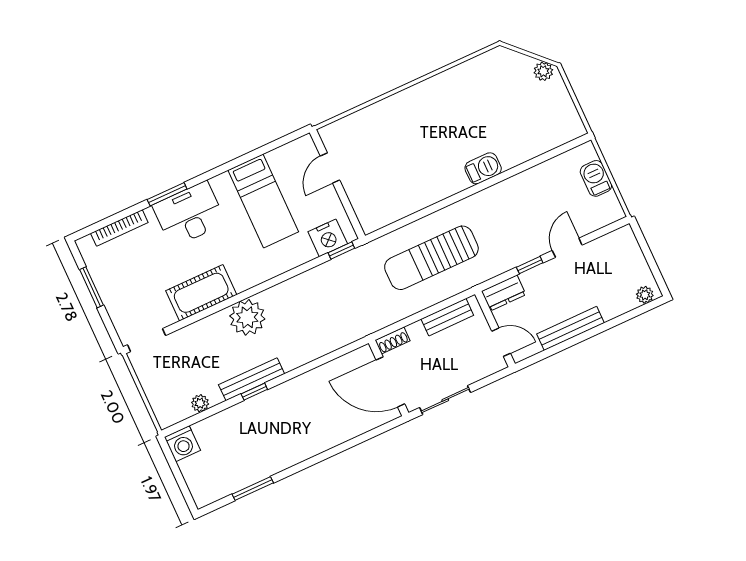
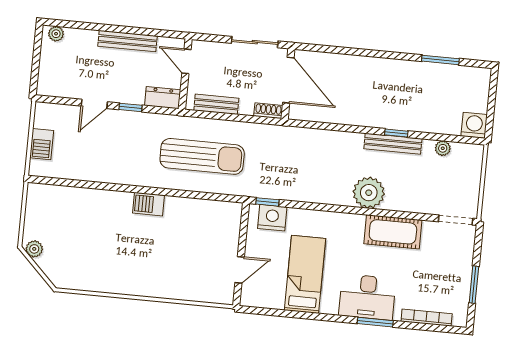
barbecue: (483, 168) -> (149, 204), moved

